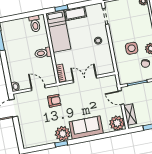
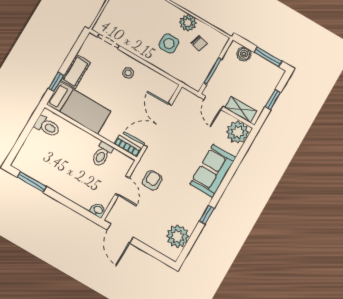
toilet: (43, 53) -> (102, 154), moved
double door: (85, 79) -> (158, 125), width x1.37
door: (38, 88) -> (122, 186), swing flipped
door: (121, 98) -> (213, 103), hinge flipped
plant: (63, 134) -> (178, 236), moved

